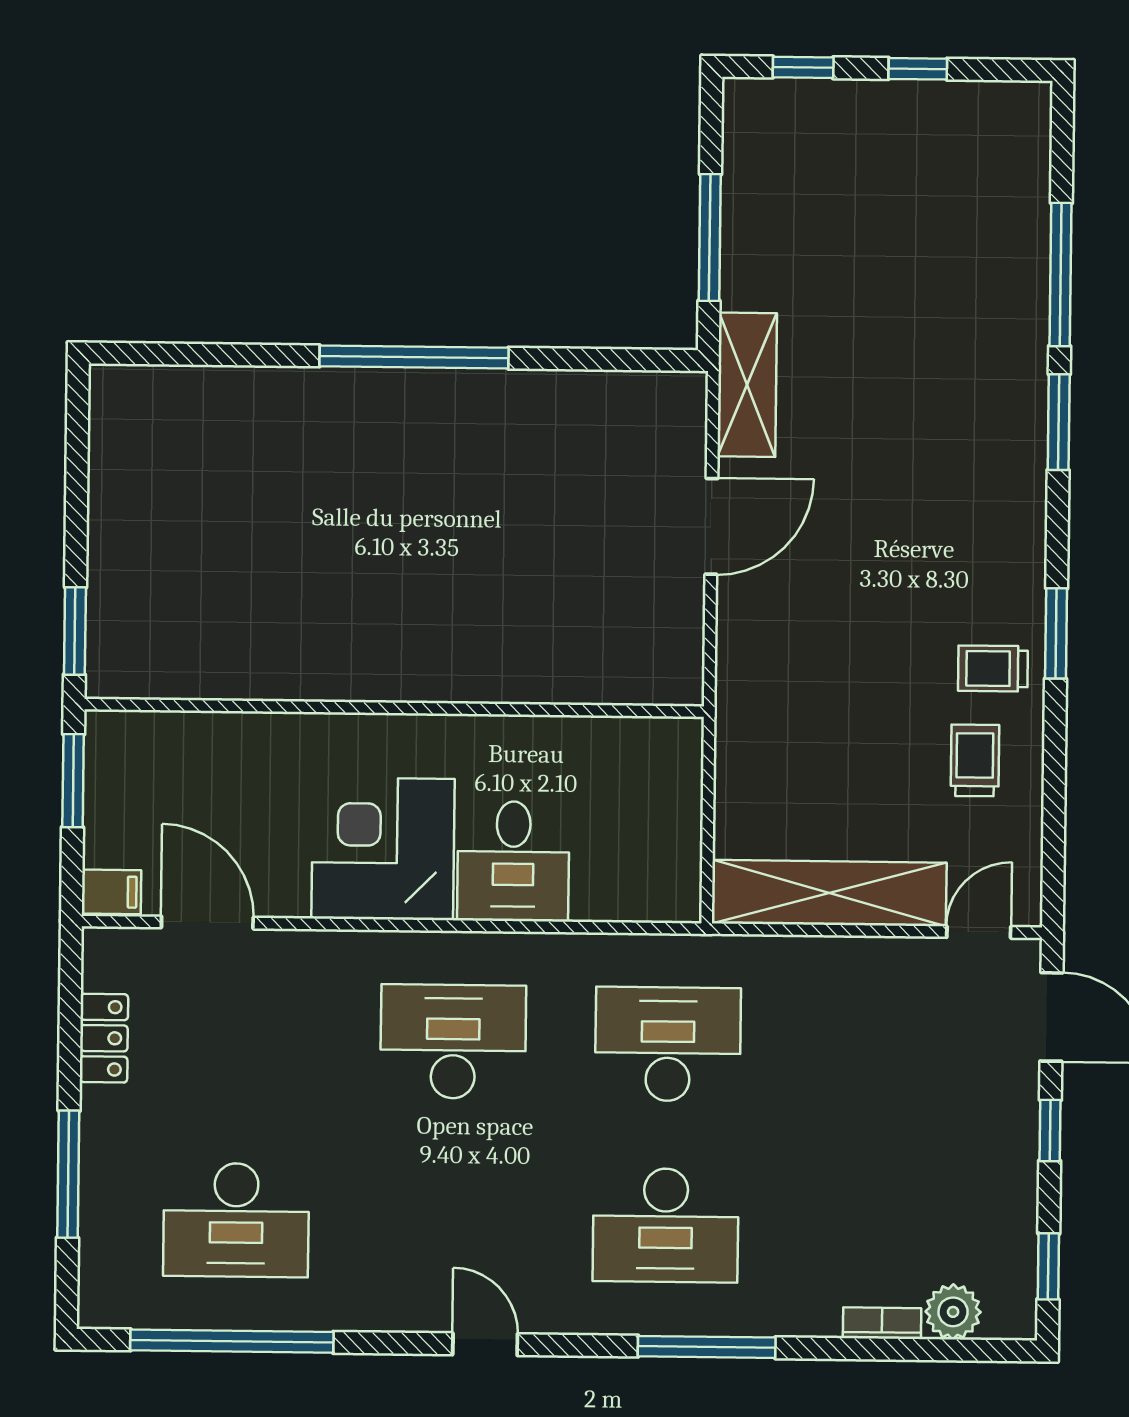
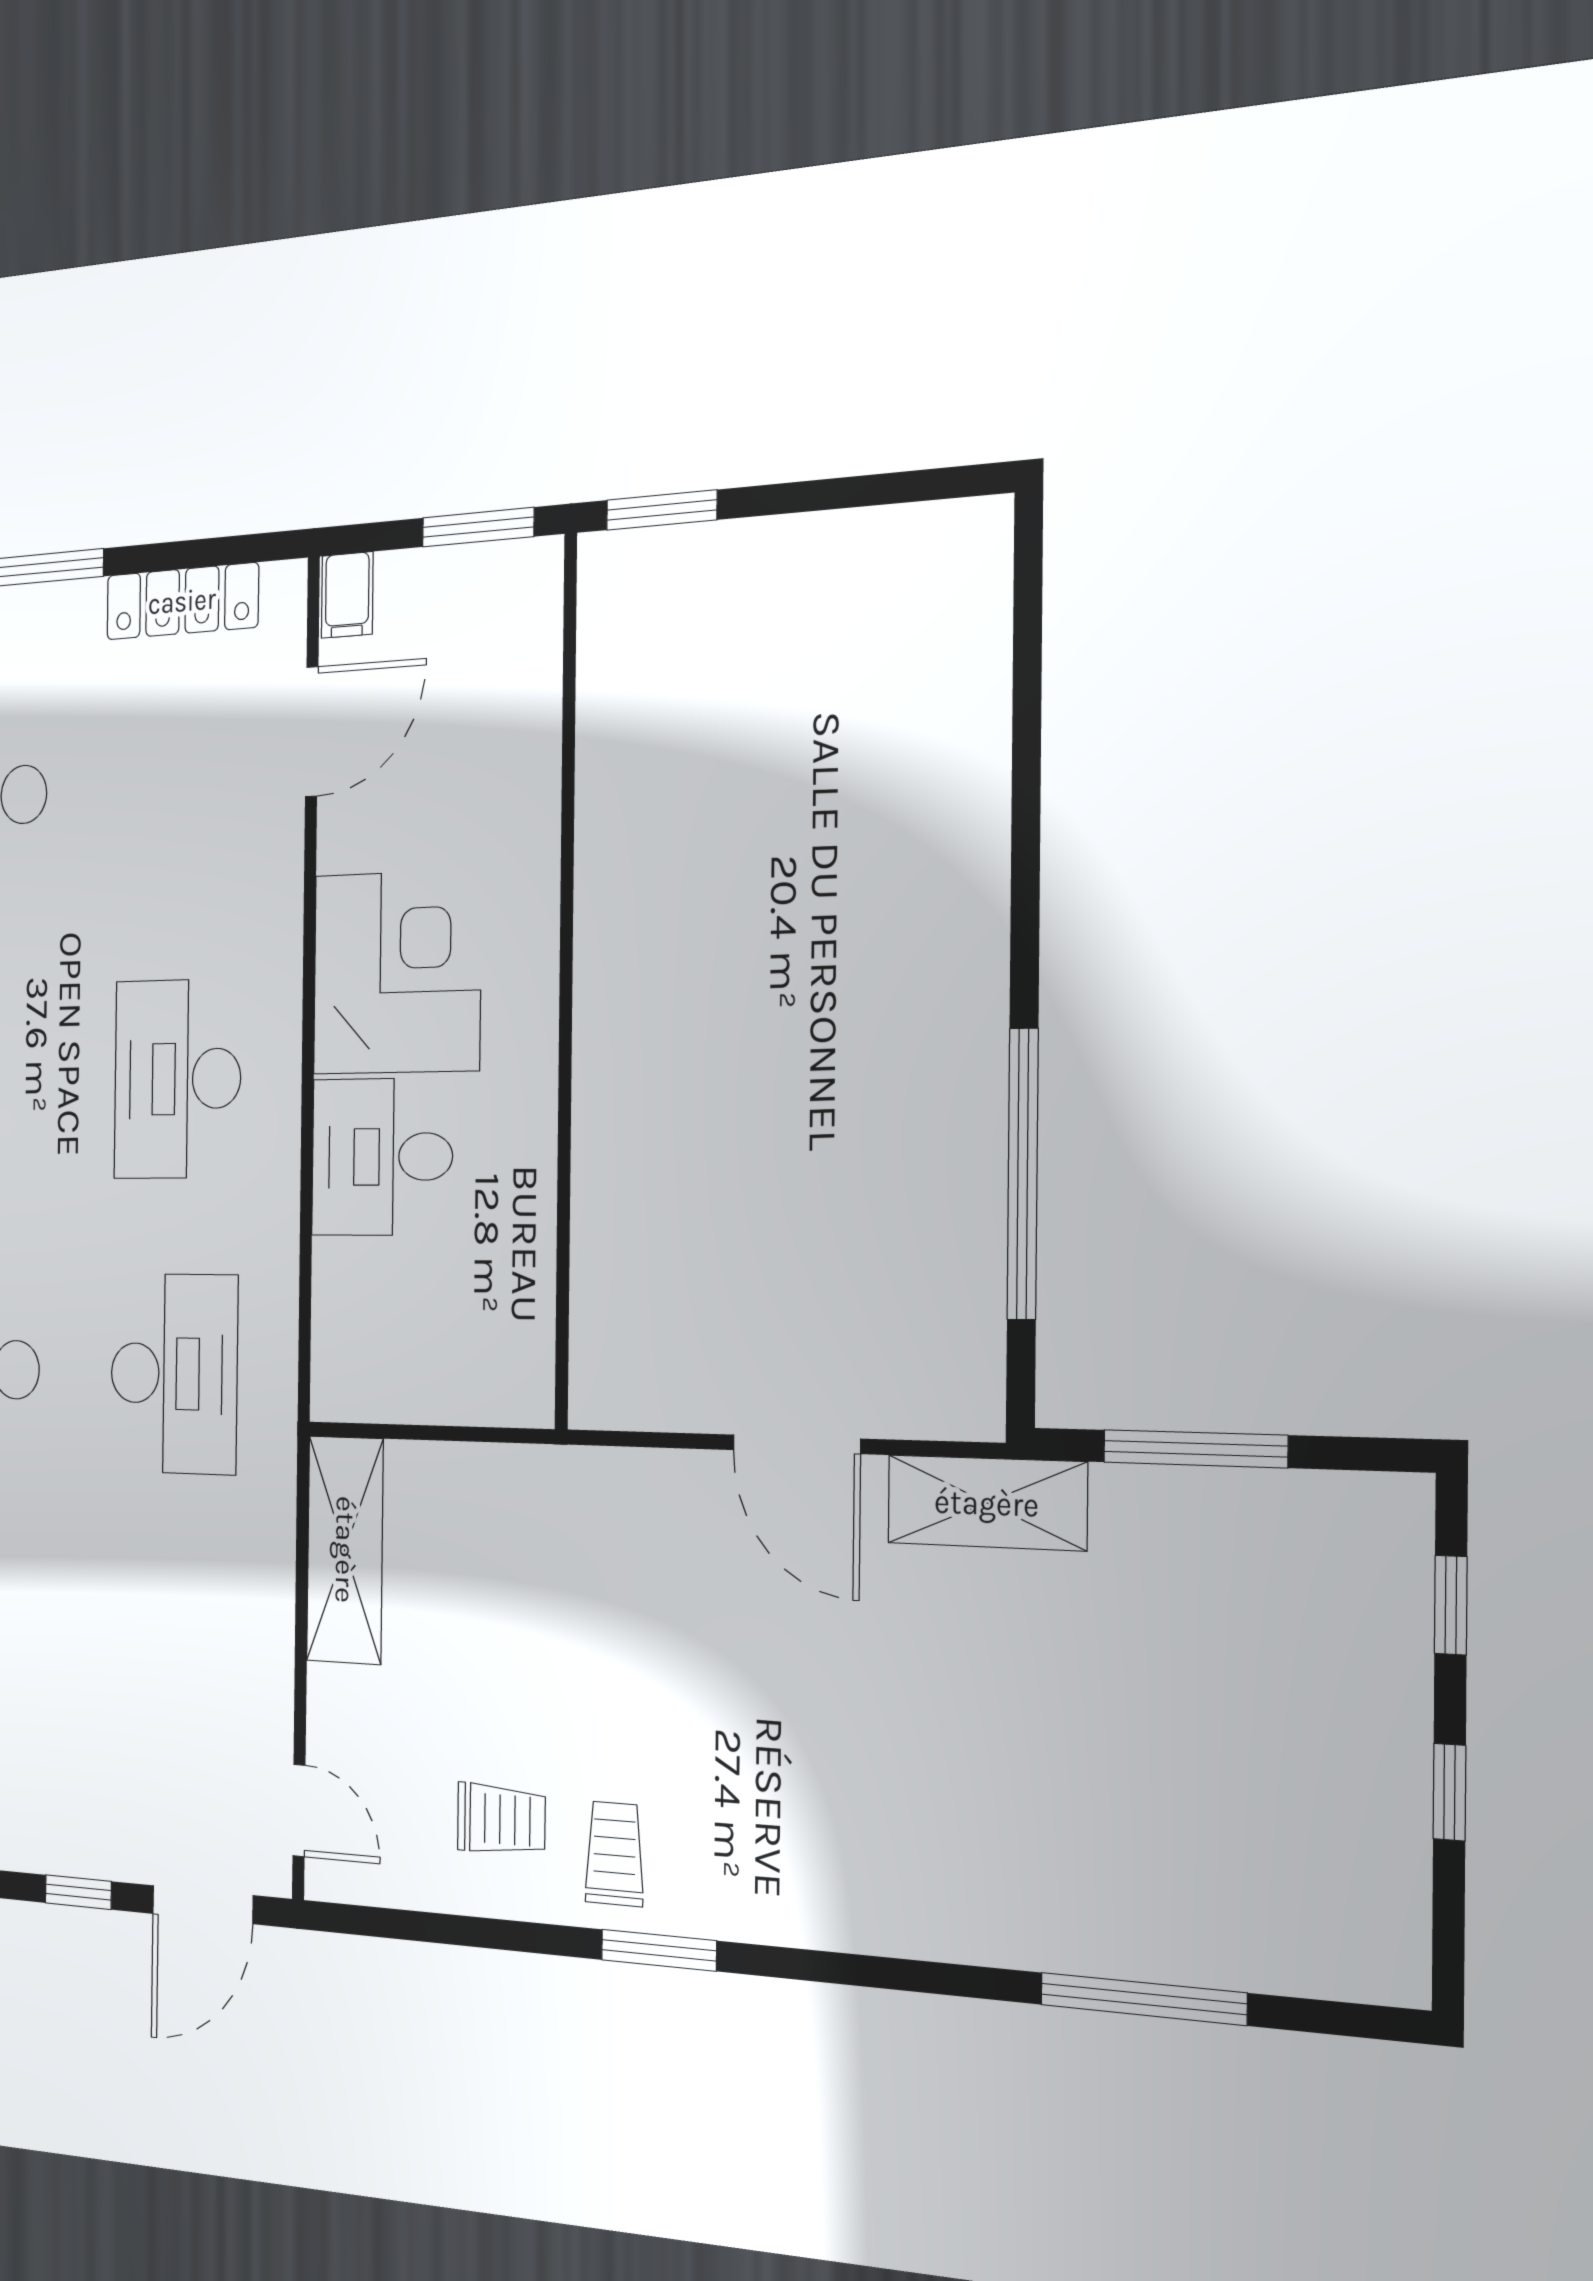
window: (414, 357) -> (1023, 1174), moved
window: (1059, 422) -> (936, 1978), removed
shelving: (829, 893) -> (345, 1550), width x0.68
locker: (104, 1038) -> (182, 601), width x1.53
desk: (453, 1041) -> (177, 1079), turned 180

